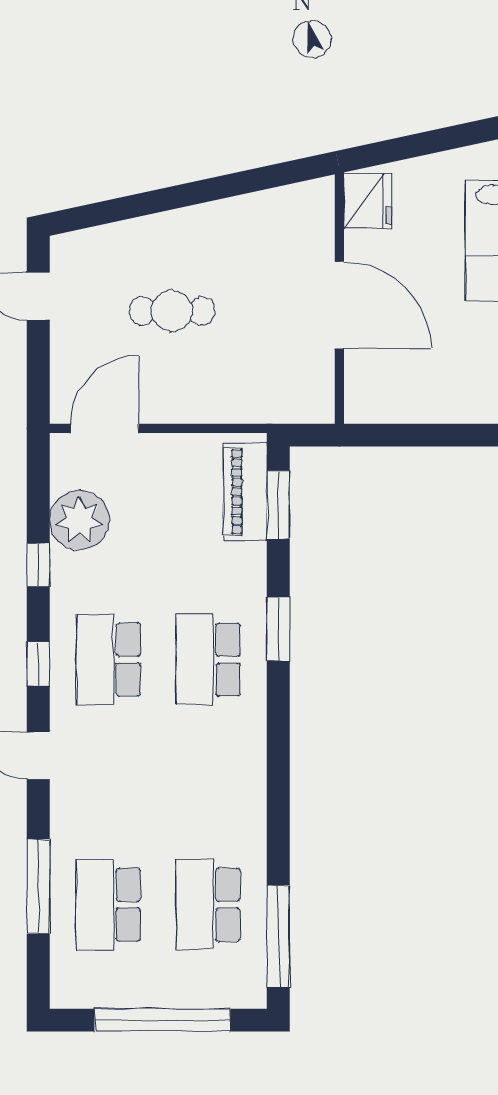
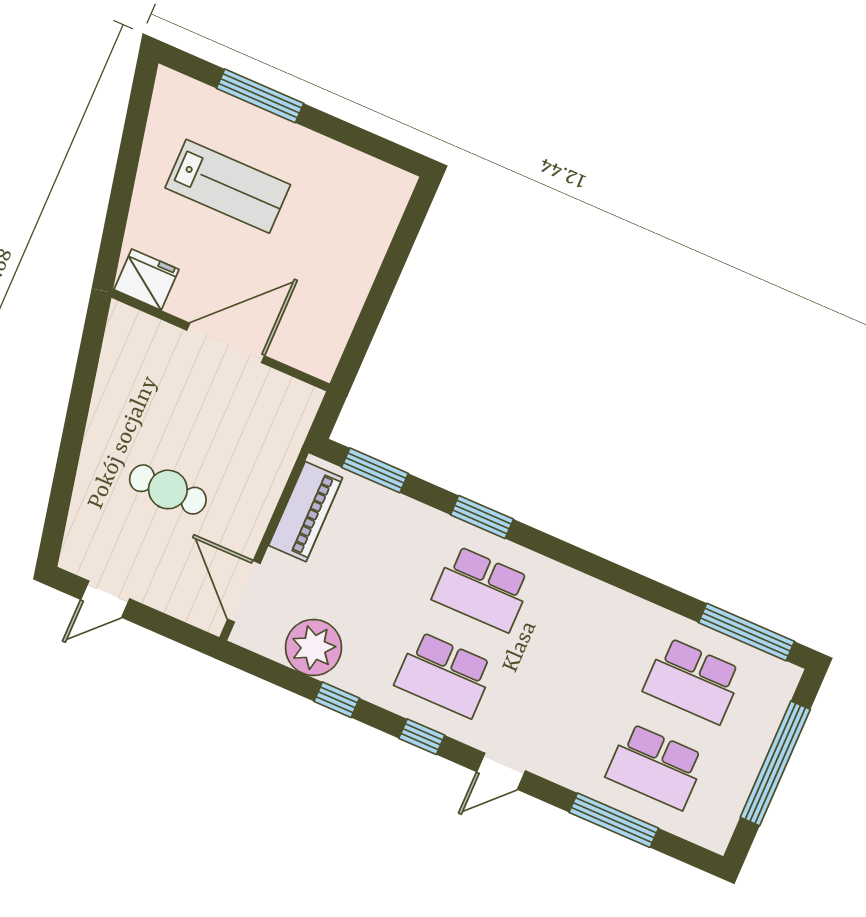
cafe table: (172, 311) -> (168, 489), turned 90
piano: (245, 492) -> (306, 512), moved, turned -90

